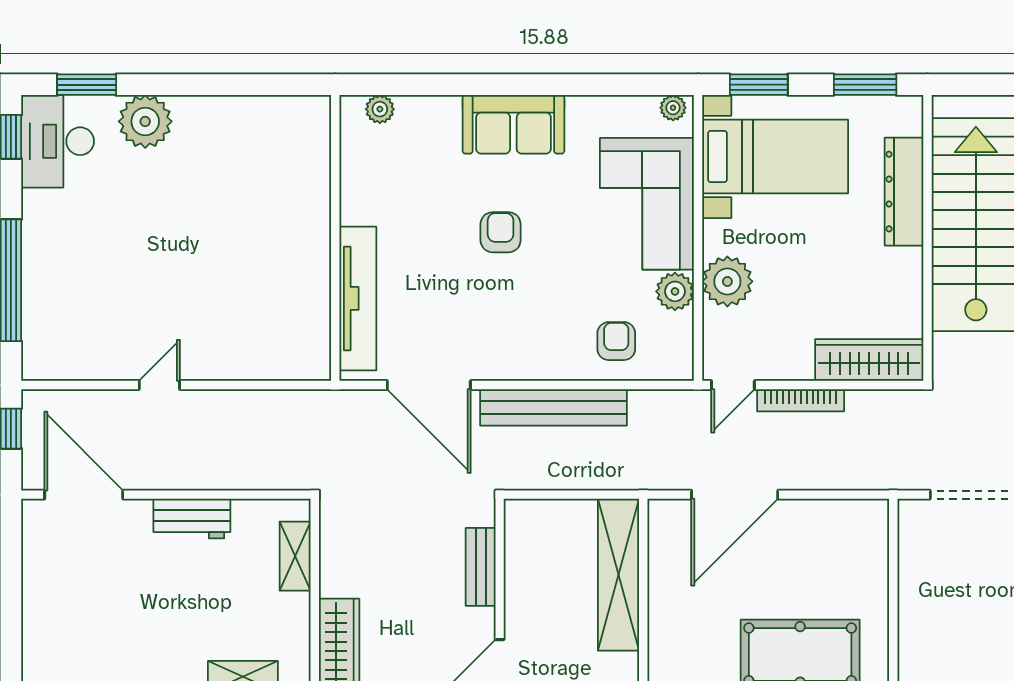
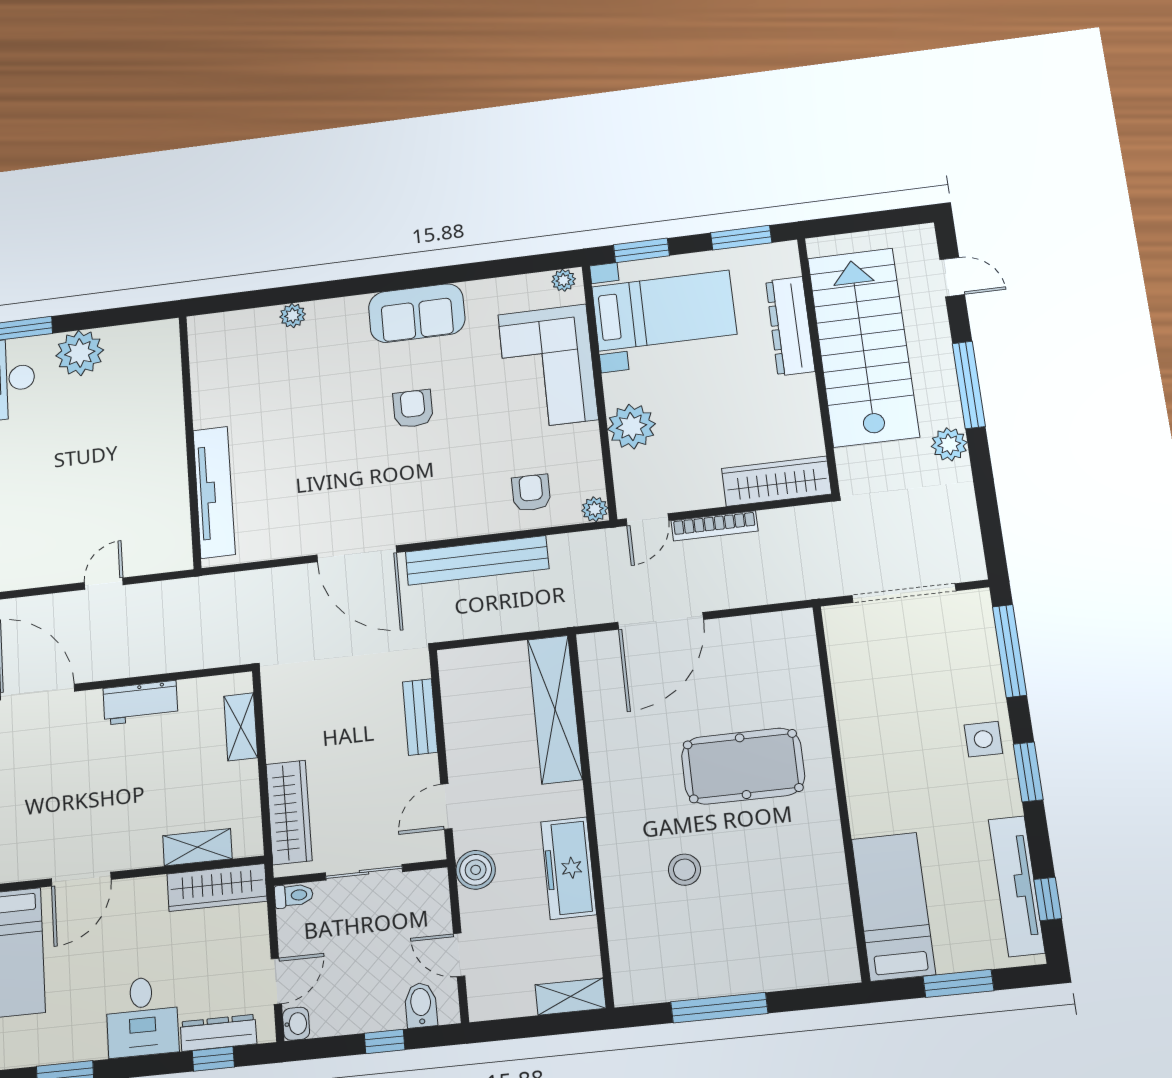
wall: (335, 238) -> (190, 441), moved
plant: (675, 291) -> (595, 509), moved, width x0.73, depth x0.73
tv unit: (358, 298) -> (214, 492), moved

